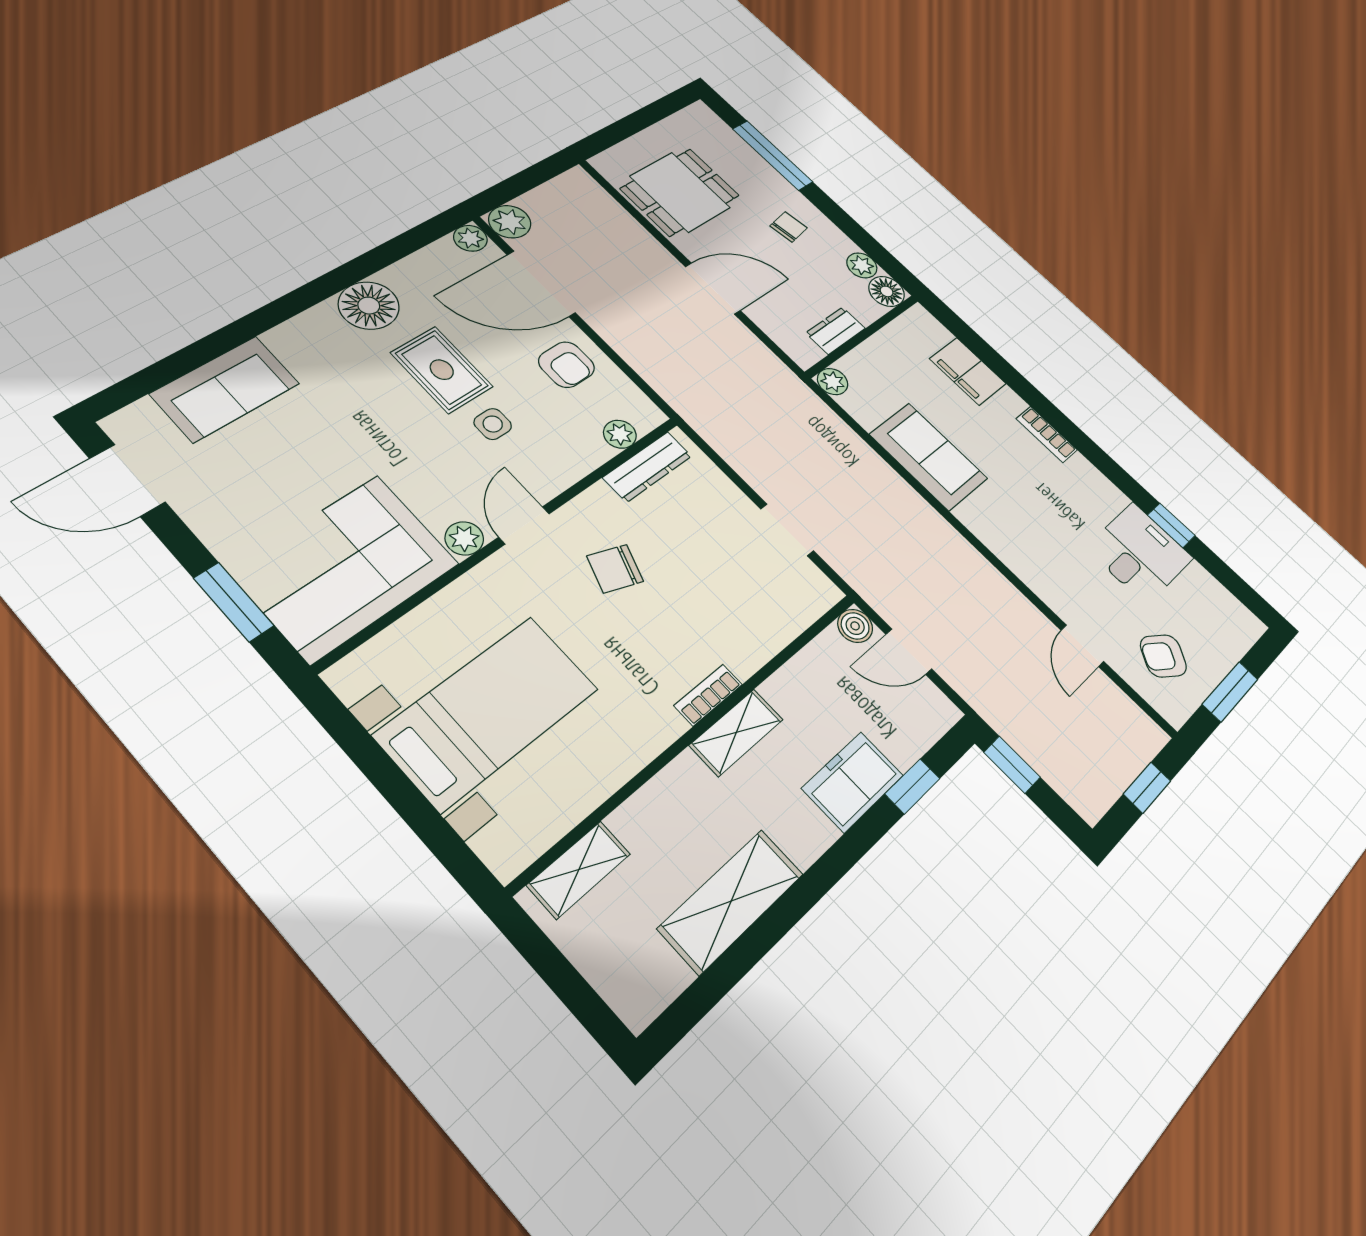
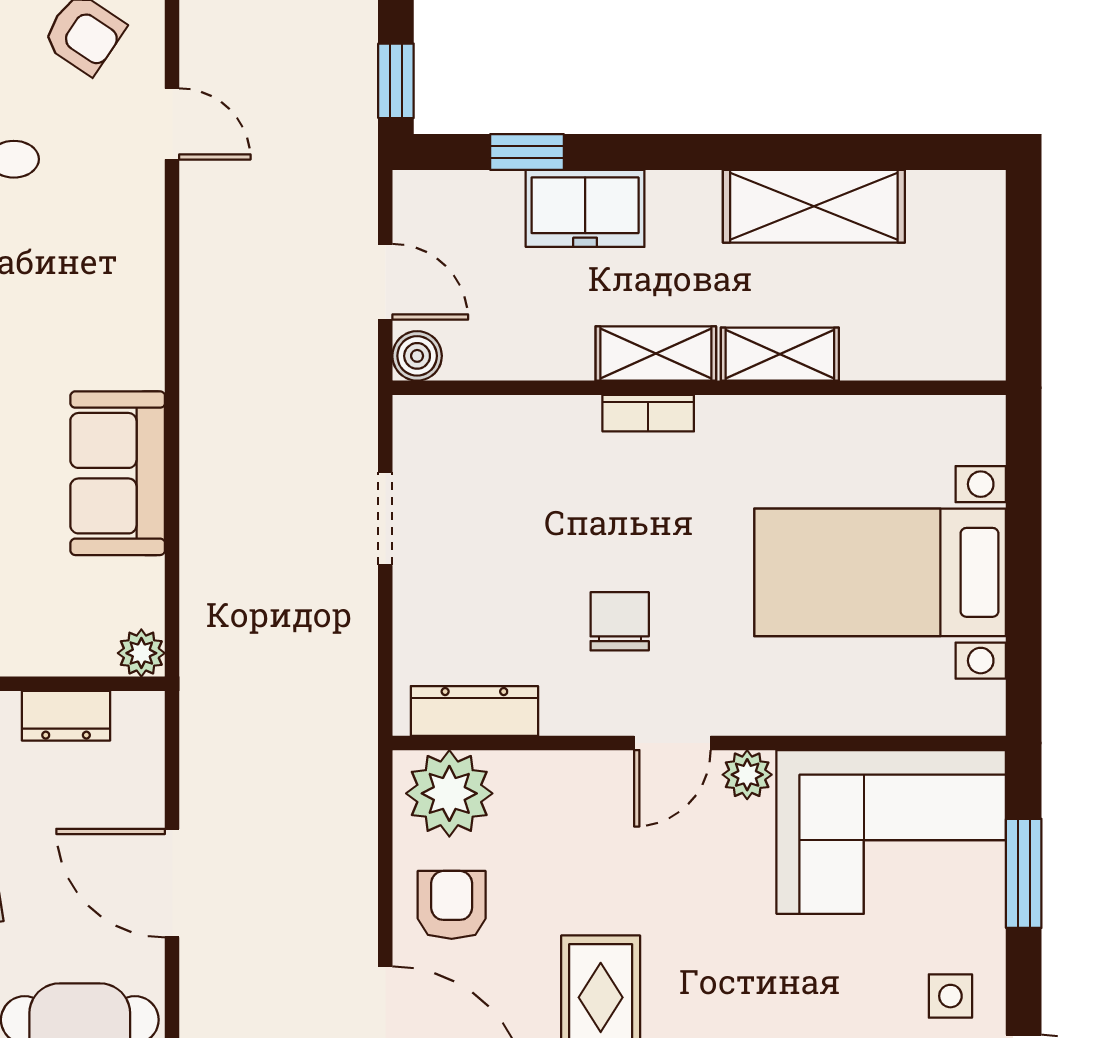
side table: (493, 424) -> (950, 996), moved
plant: (620, 434) -> (449, 793), width x1.88, depth x1.88
chair: (615, 569) -> (620, 621), turned -110
door: (1082, 646) -> (172, 124), hinge flipped
shelving: (579, 870) -> (780, 354), moved

